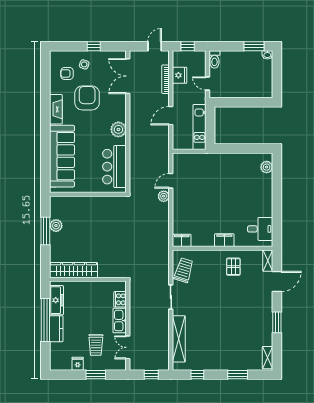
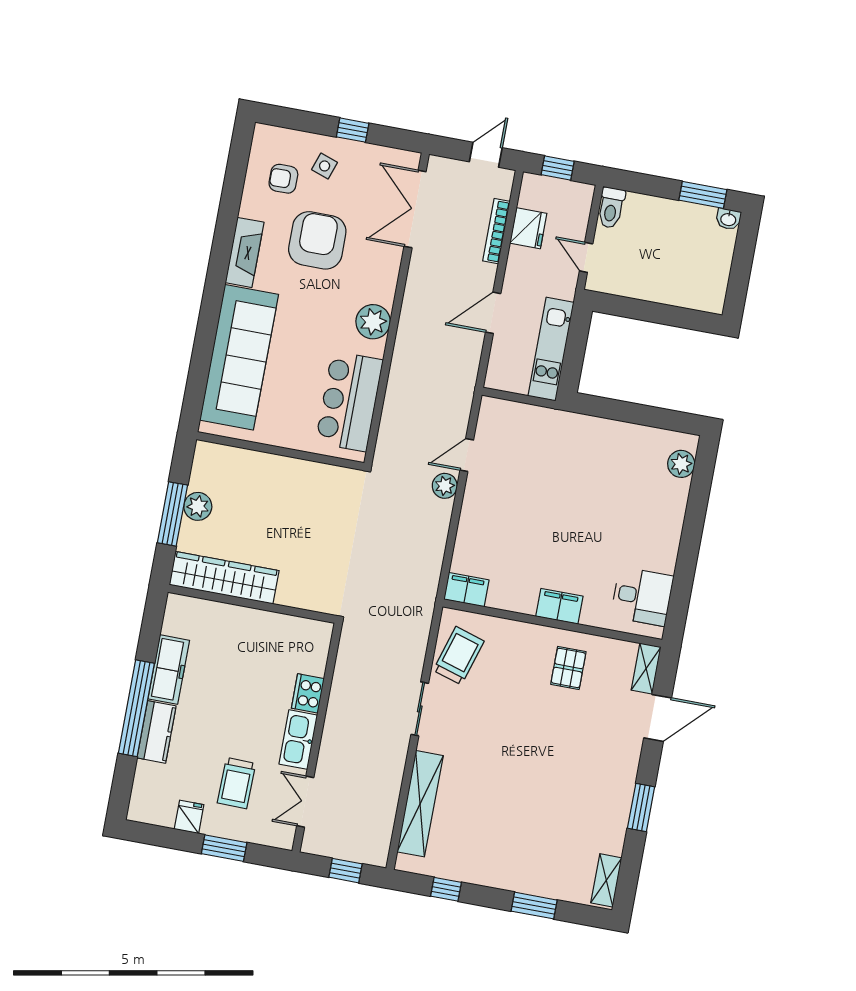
wardrobe: (74, 270) -> (224, 578), moved
wall: (88, 279) -> (252, 604), moved

